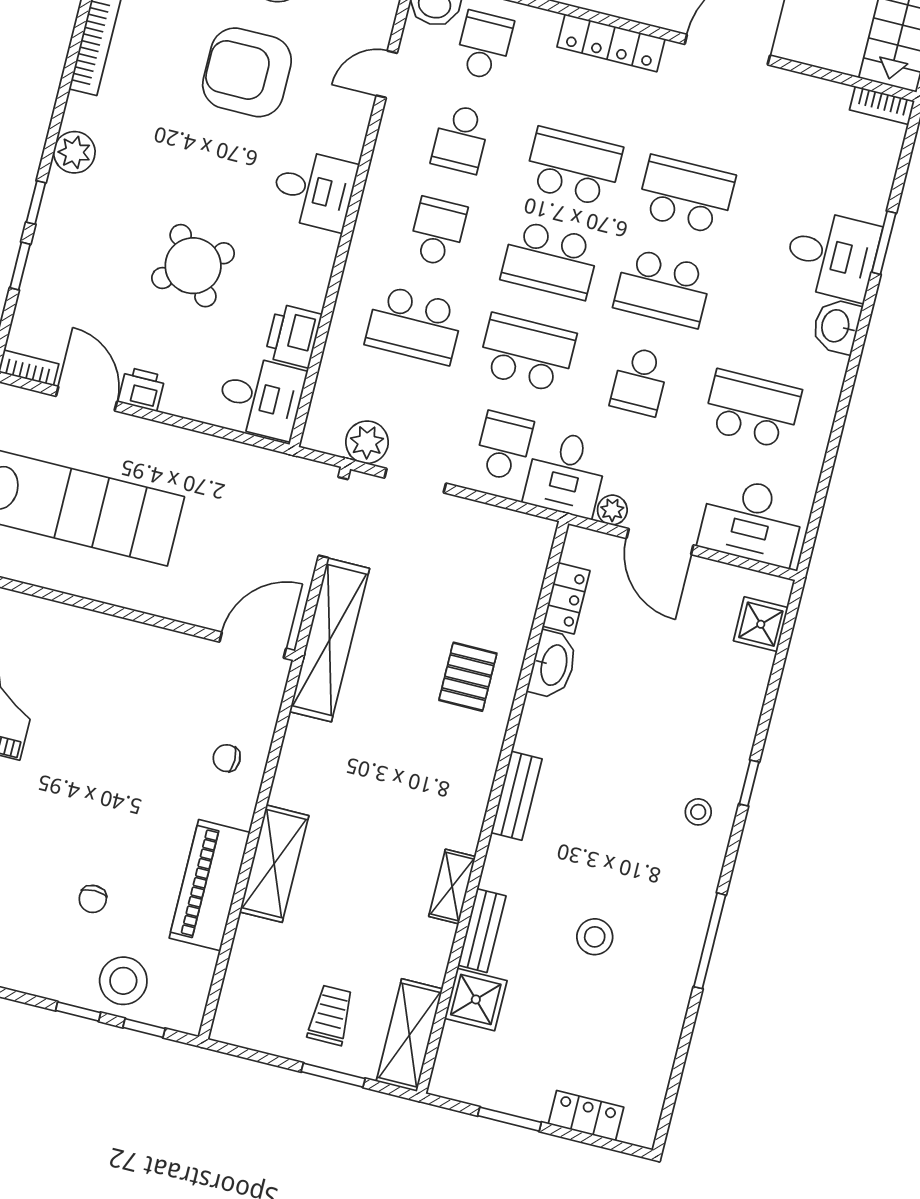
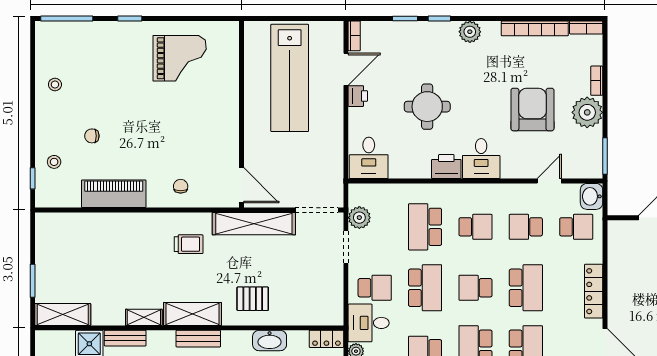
door: (387, 74) -> (549, 181), hinge flipped
school desk: (550, 260) -> (475, 288), width x0.54
round table: (193, 266) -> (427, 107), turned 36
printer: (293, 336) -> (446, 167), moved
locker: (566, 598) -> (326, 339), moved
shelving: (274, 864) -> (192, 314), moved
stool: (123, 981) -> (54, 162), width x0.53, depth x0.53
window: (78, 1012) -> (33, 143), removed
trolley: (331, 1015) -> (189, 244), moved

